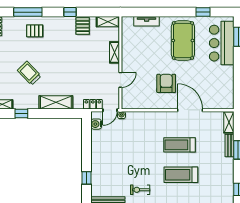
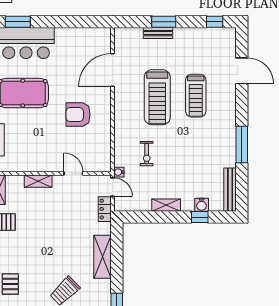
door: (190, 110) -> (113, 70), moved
shelving: (229, 122) -> (166, 205), moved
water cooler: (96, 124) -> (202, 205), moved
treadmill: (180, 145) -> (157, 97), width x1.37, depth x1.38
exercise bike: (140, 190) -> (147, 154), moved

